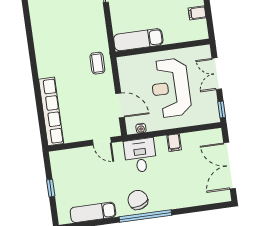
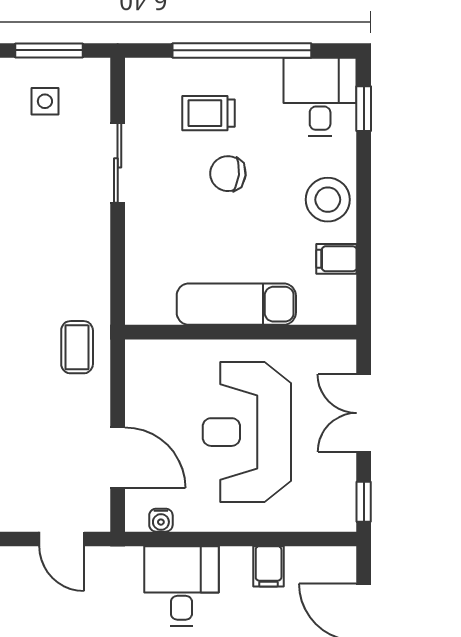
exam couch: (138, 40) -> (236, 304), moved
filing cabinet: (174, 143) -> (269, 566), moved
desk: (140, 155) -> (181, 586), moved

